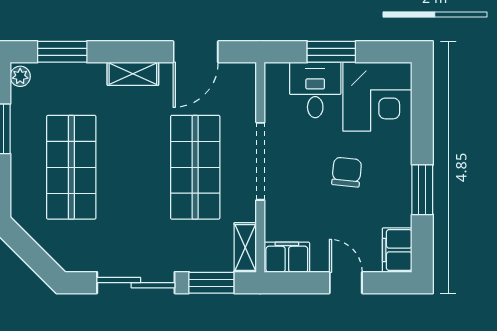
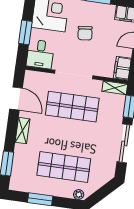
plant: (20, 76) -> (79, 194), moved
desk: (315, 90) -> (40, 54), moved, turned -90
chair: (347, 172) -> (85, 33), turned -102

